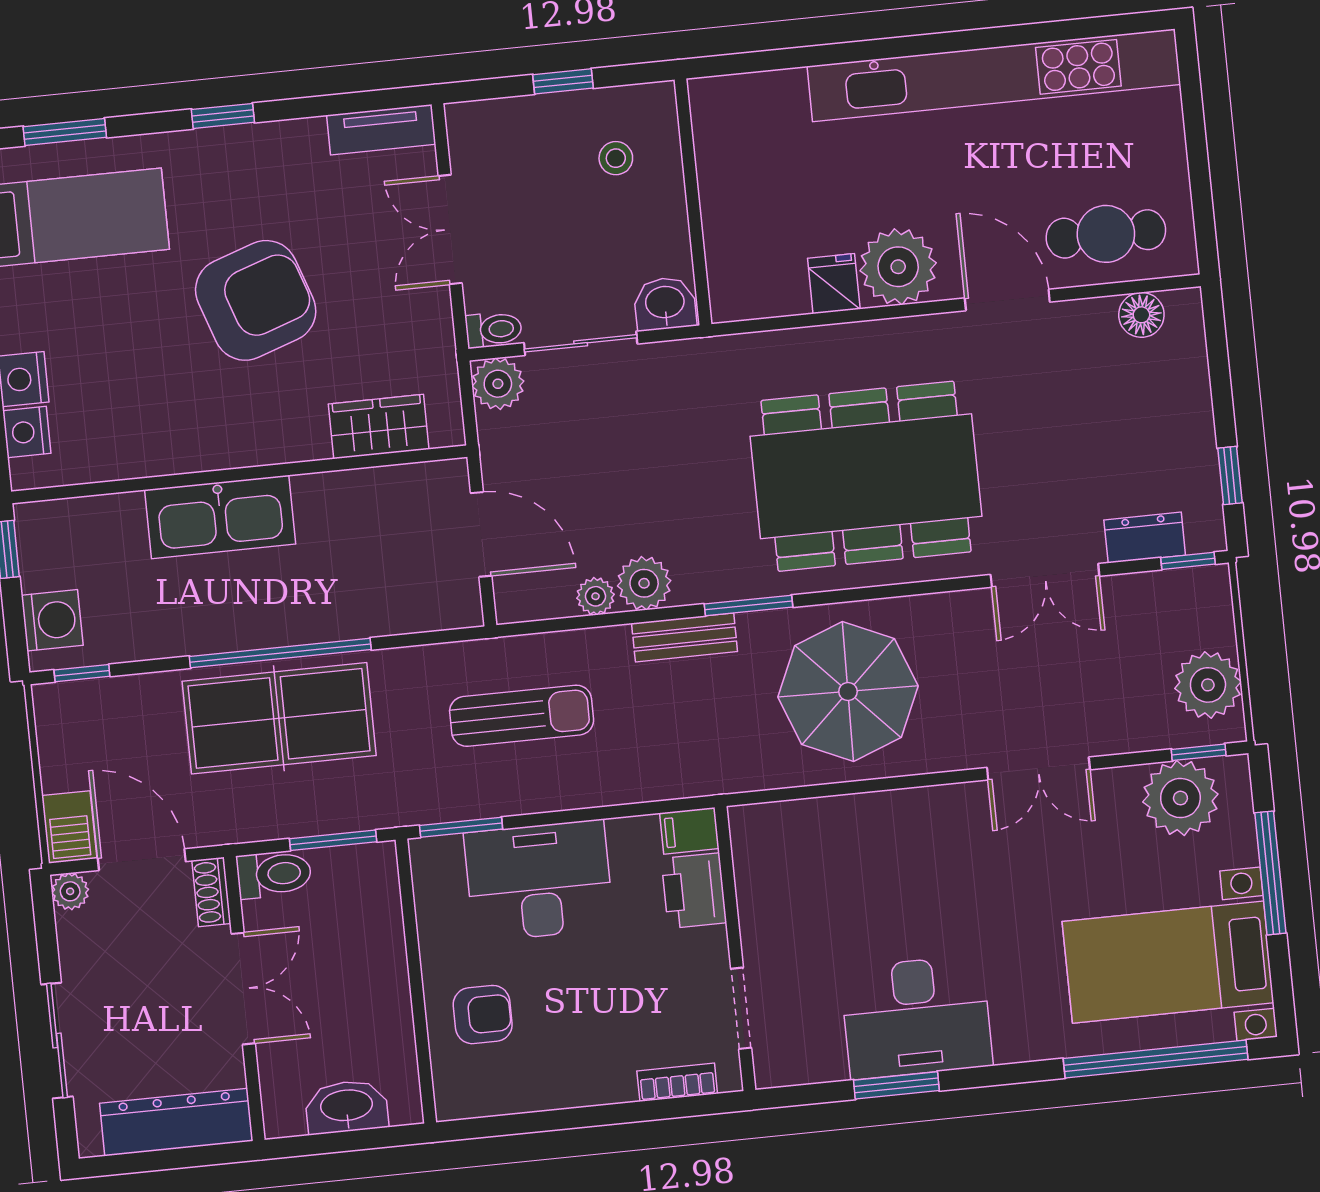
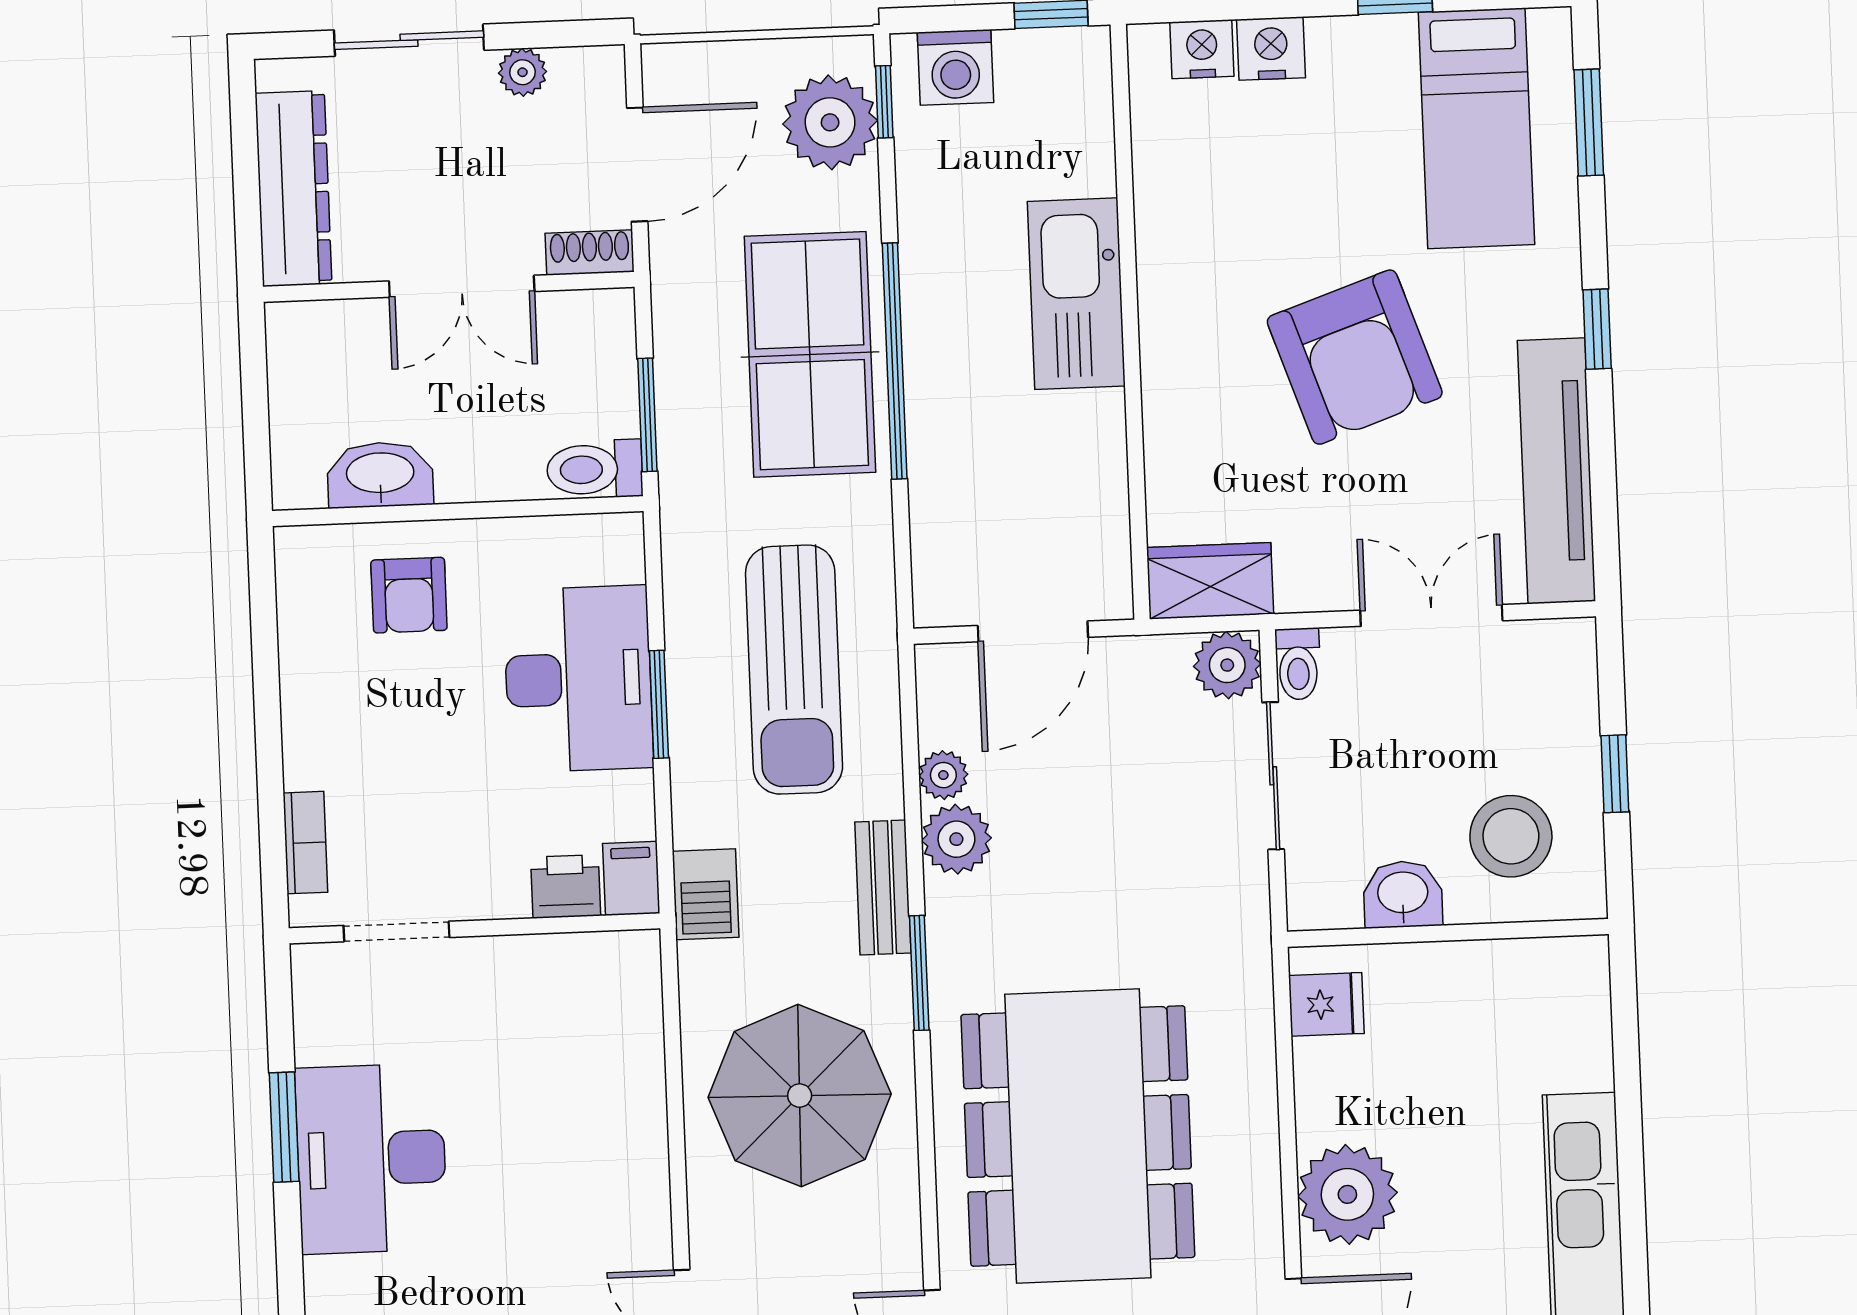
tv unit: (381, 130) -> (1556, 471), width x1.92, depth x1.29
stool: (616, 158) -> (1511, 836), width x1.89, depth x1.89
fridge: (834, 284) -> (1326, 1004), moved
washbasin: (665, 304) -> (1403, 894), moved, turned -90
wardrobe: (379, 427) -> (1210, 581), moved, turned -90
plant: (100, 714) -> (830, 122), added
sun lounger: (522, 716) -> (794, 670), width x1.36, depth x1.34
barbecue: (69, 827) -> (706, 894), moved, turned -90
window: (461, 827) -> (659, 704), moved
toilet: (274, 874) -> (595, 469), moved, turned 90
plant: (70, 891) -> (523, 72), moved
printer: (694, 891) -> (566, 886), width x0.73, depth x0.81
washbasin: (347, 1107) -> (380, 475), moved, turned -90

